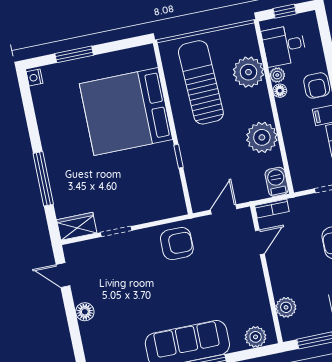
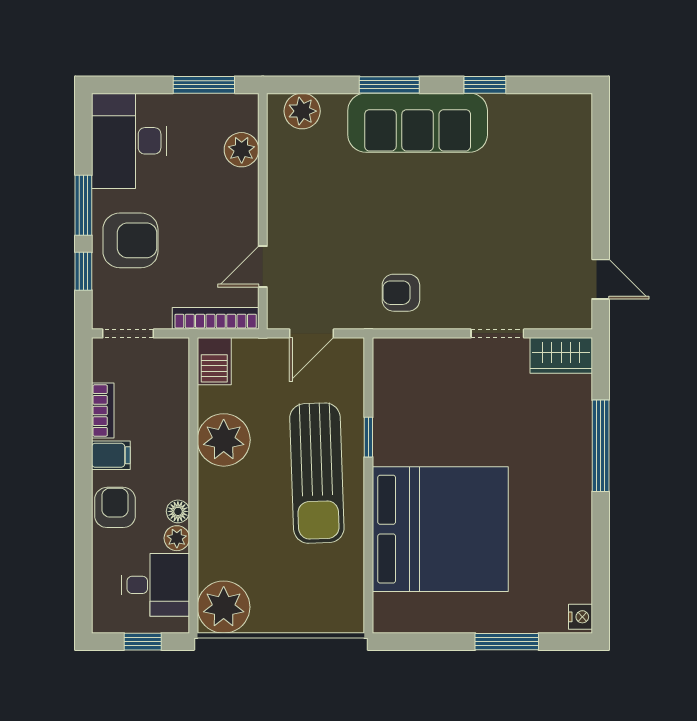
plant: (248, 72) -> (224, 607), moved
sun lounger: (201, 82) -> (317, 473), moved
bookcase: (272, 209) -> (216, 318), width x1.56
armchair: (177, 244) -> (401, 293), width x0.72, depth x0.72
floor lamp: (85, 312) -> (577, 211), removed

